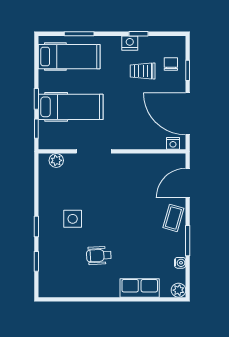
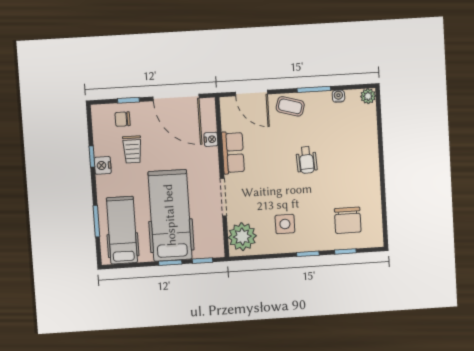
hospital bed: (71, 107) -> (170, 215), width x1.37, depth x1.29
door: (188, 114) -> (176, 97), hinge flipped
nightstand: (173, 143) -> (211, 139), moved
plant: (56, 160) -> (242, 237), width x1.87, depth x1.87
side table: (73, 219) -> (285, 224), moved
wheelchair: (99, 256) -> (307, 160), moved
chair: (65, 265) -> (348, 220), added
row of seats: (140, 288) -> (233, 153), moved, turned 180

